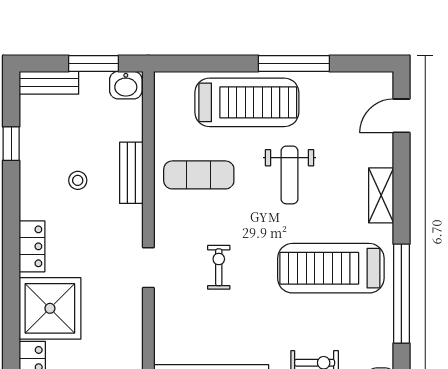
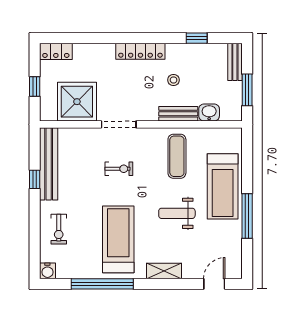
washbasin: (126, 85) -> (209, 112), moved, turned 90
door: (401, 116) -> (214, 284), hinge flipped
locker: (32, 246) -> (140, 51), width x1.53
doorway: (148, 268) -> (119, 124), width x1.38
shower: (50, 308) -> (77, 102), moved

